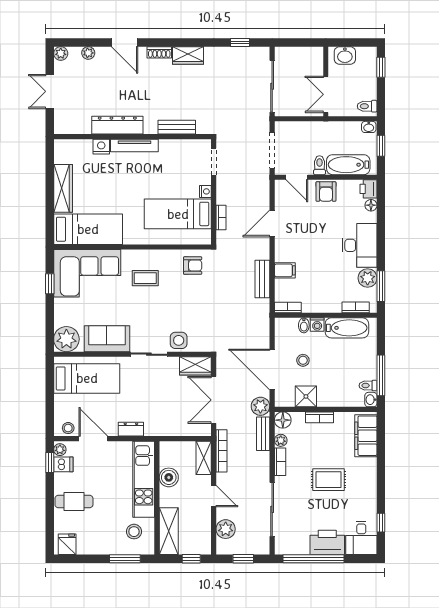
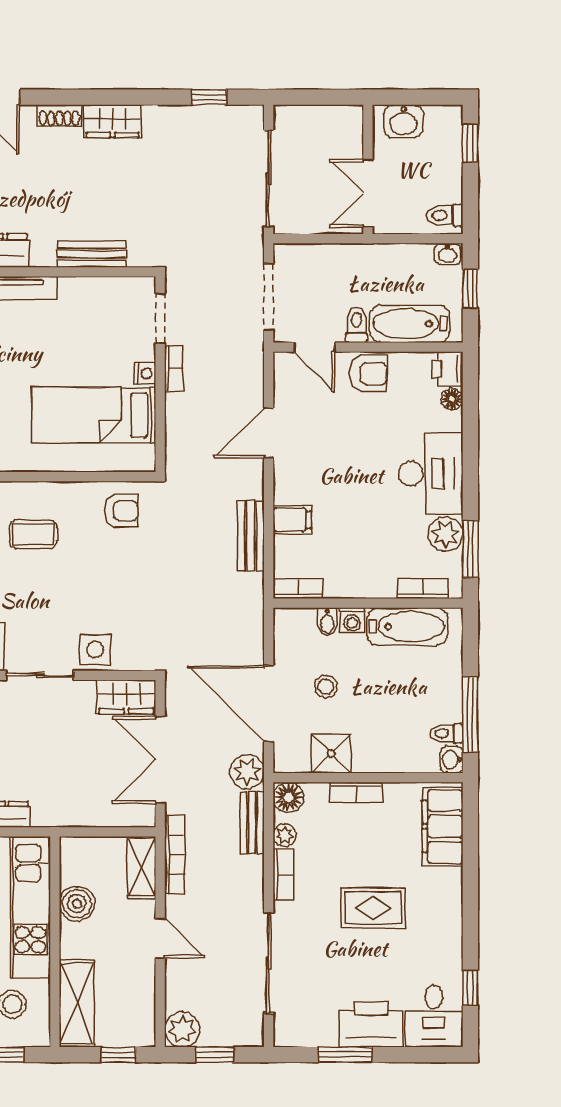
armchair: (326, 192) -> (368, 374), turned -90
bookcase: (221, 217) -> (174, 369), moved
plant: (226, 529) -> (182, 1030), moved
window: (314, 559) -> (345, 1055), width x0.47

